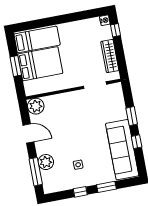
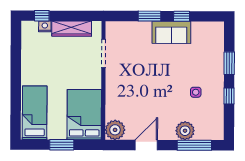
nightstand: (105, 20) -> (45, 26), moved
bed: (40, 64) -> (84, 115), moved
sofa: (122, 150) -> (171, 32), width x0.54, depth x0.79

